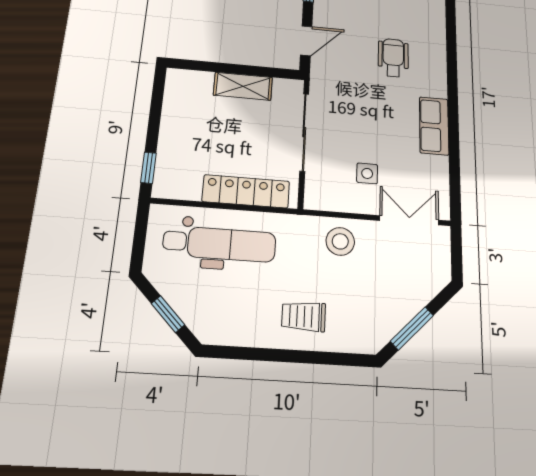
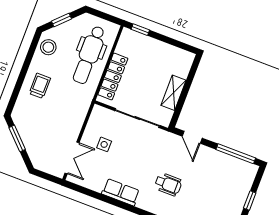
stool: (340, 241) -> (48, 47), moved

